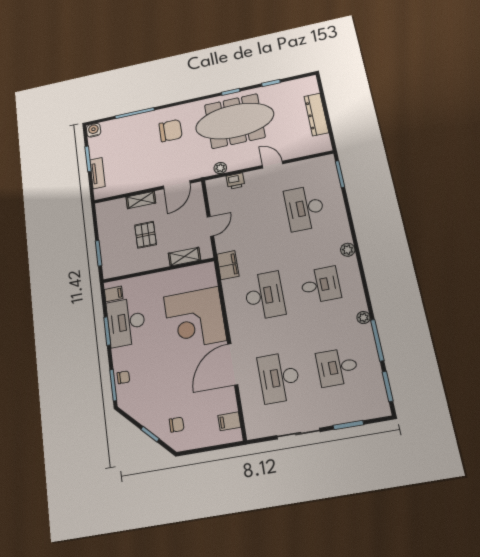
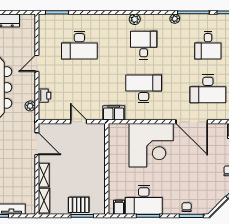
pallet: (145, 235) -> (79, 205), moved
plant: (348, 250) -> (135, 19), moved
shelving: (184, 257) -> (44, 201), moved

